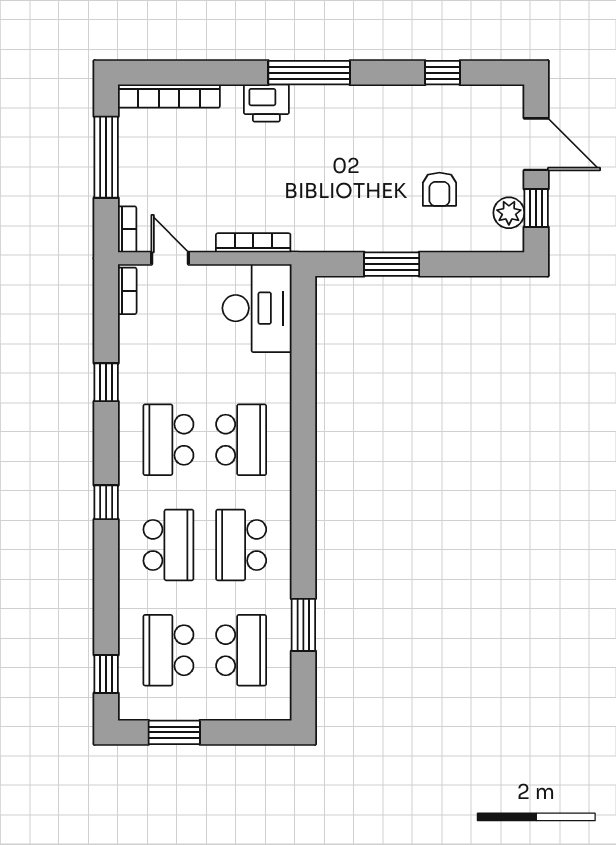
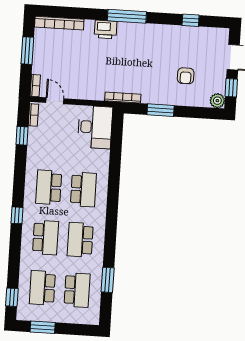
window: (106, 157) -> (27, 51), width x0.69
plant: (509, 213) -> (217, 101), moved
bookcase: (253, 243) -> (123, 98), moved
window: (106, 382) -> (22, 136), moved

